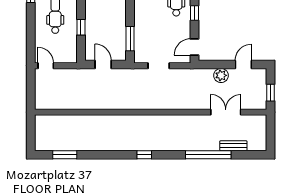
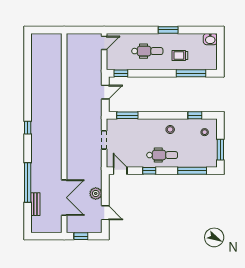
window: (81, 27) -> (121, 73), moved
double door: (226, 112) -> (64, 198), width x1.37
window: (65, 155) -> (28, 59), removed

